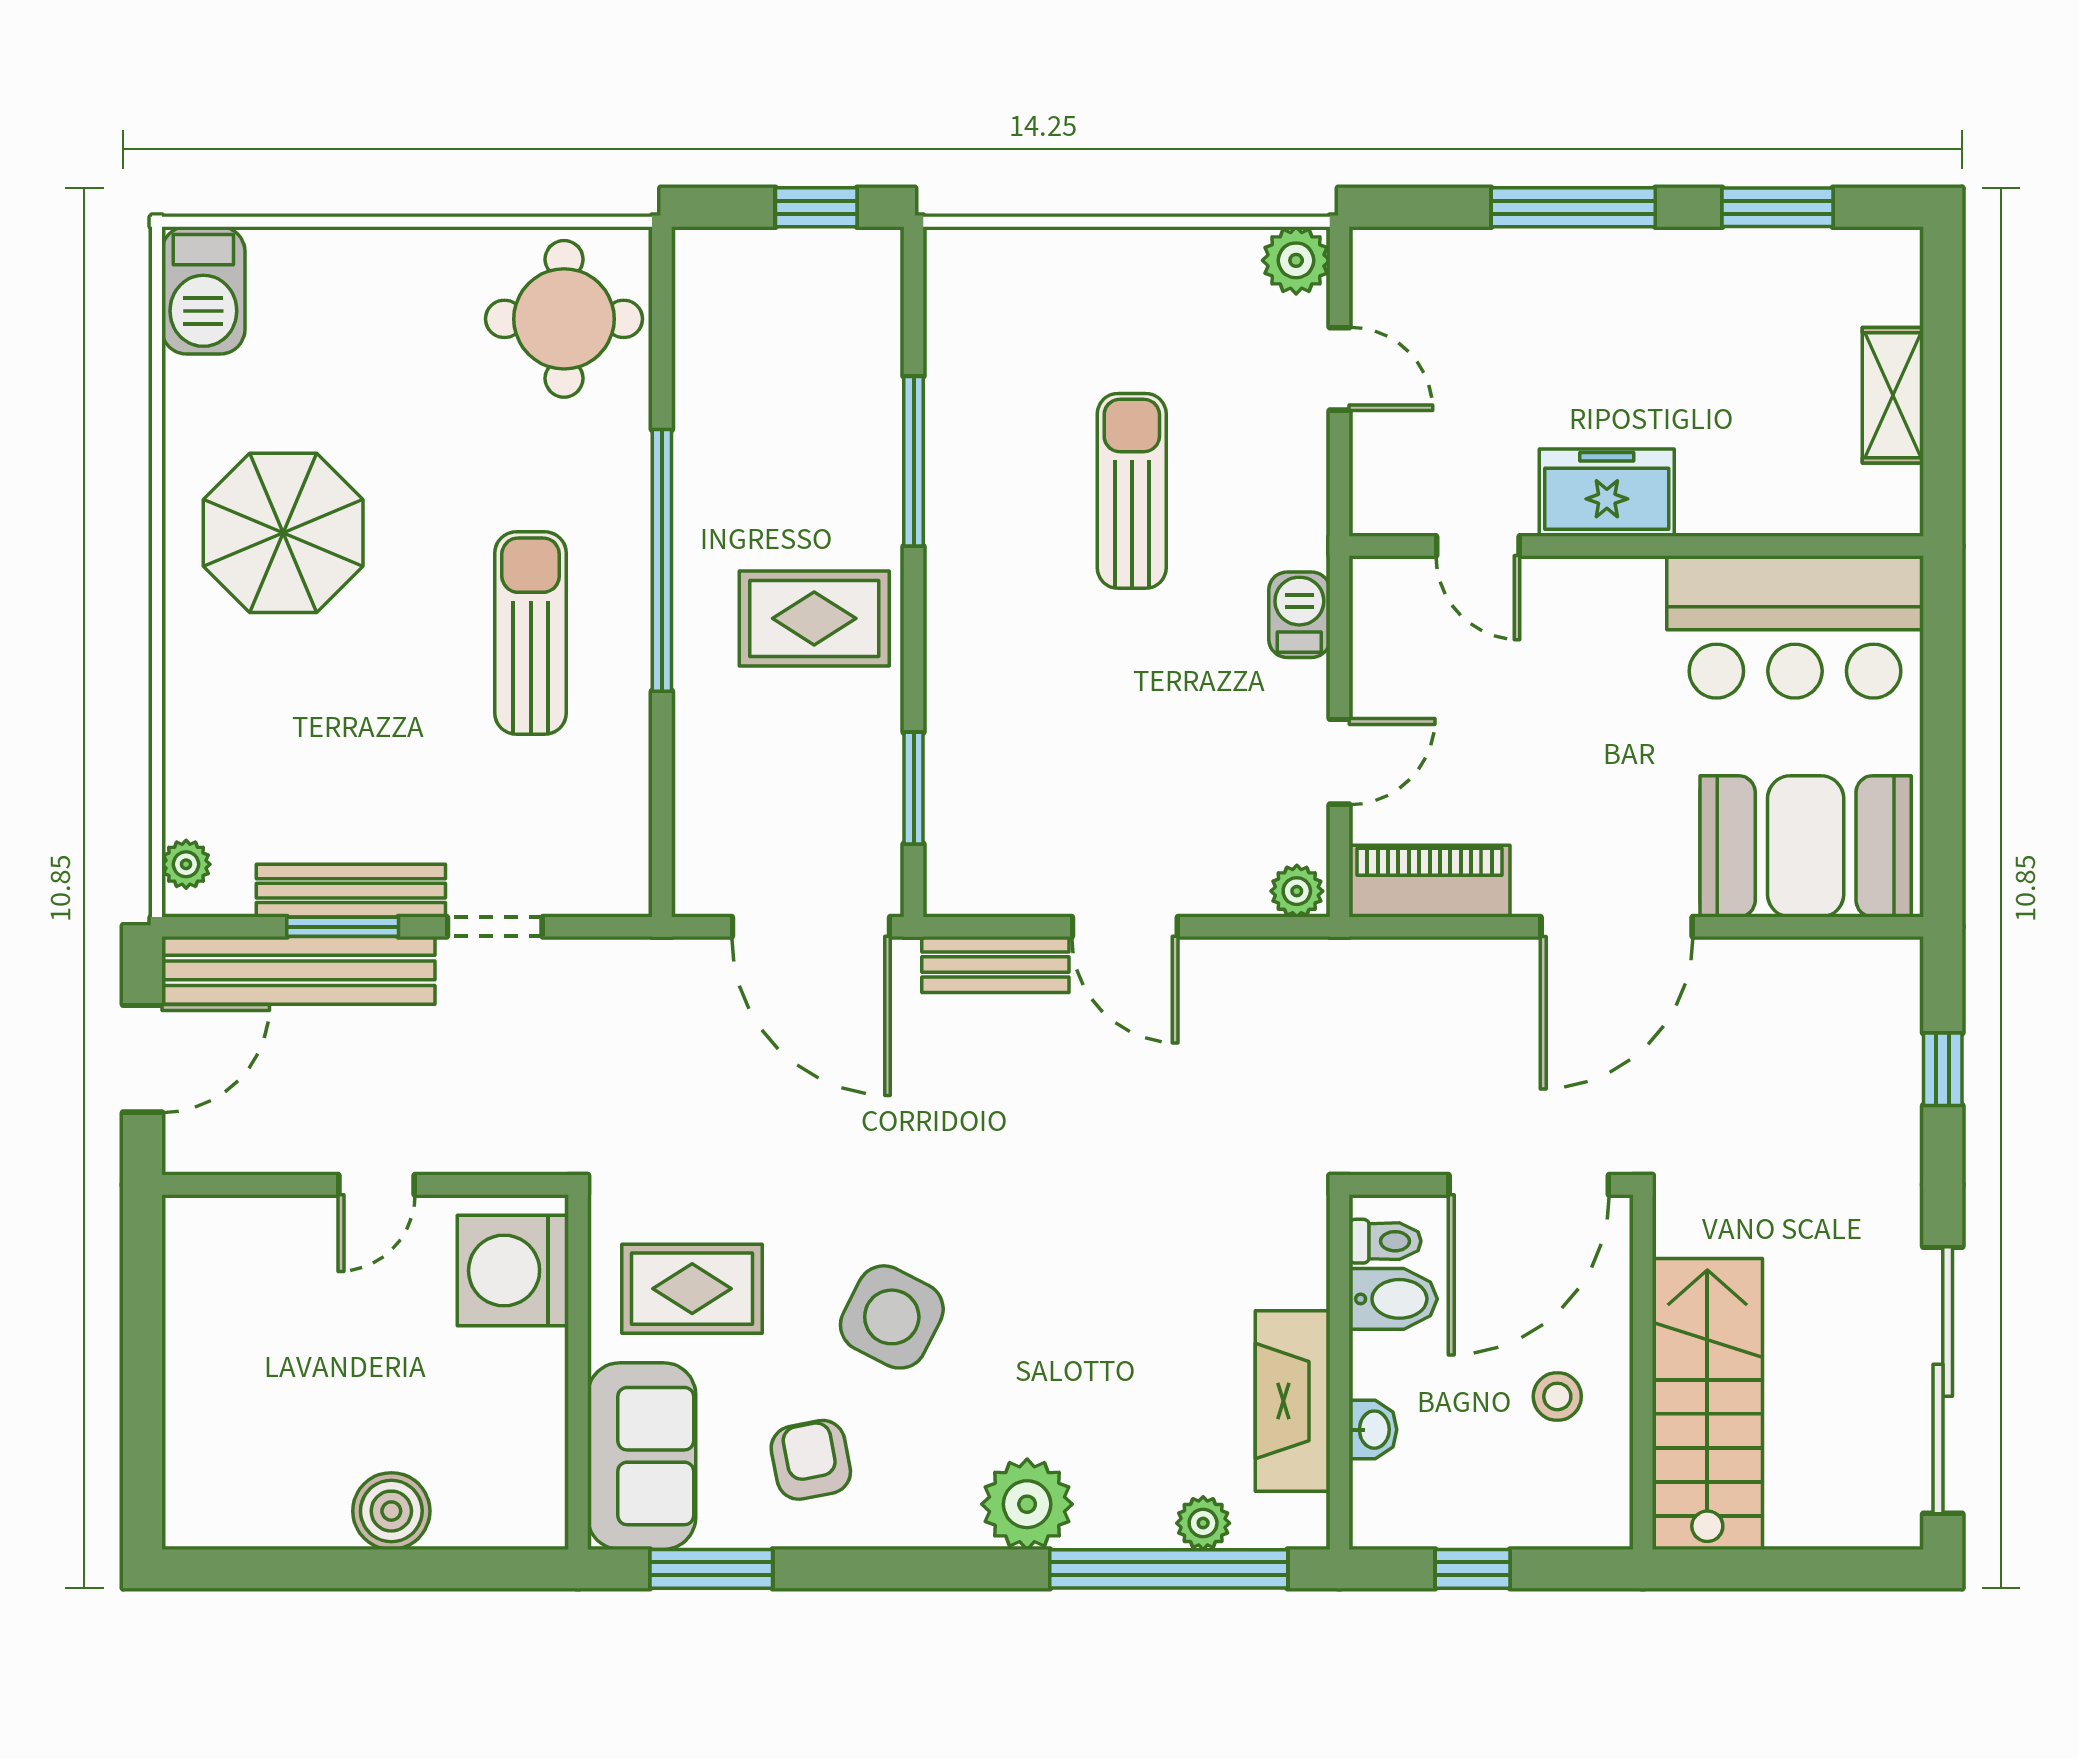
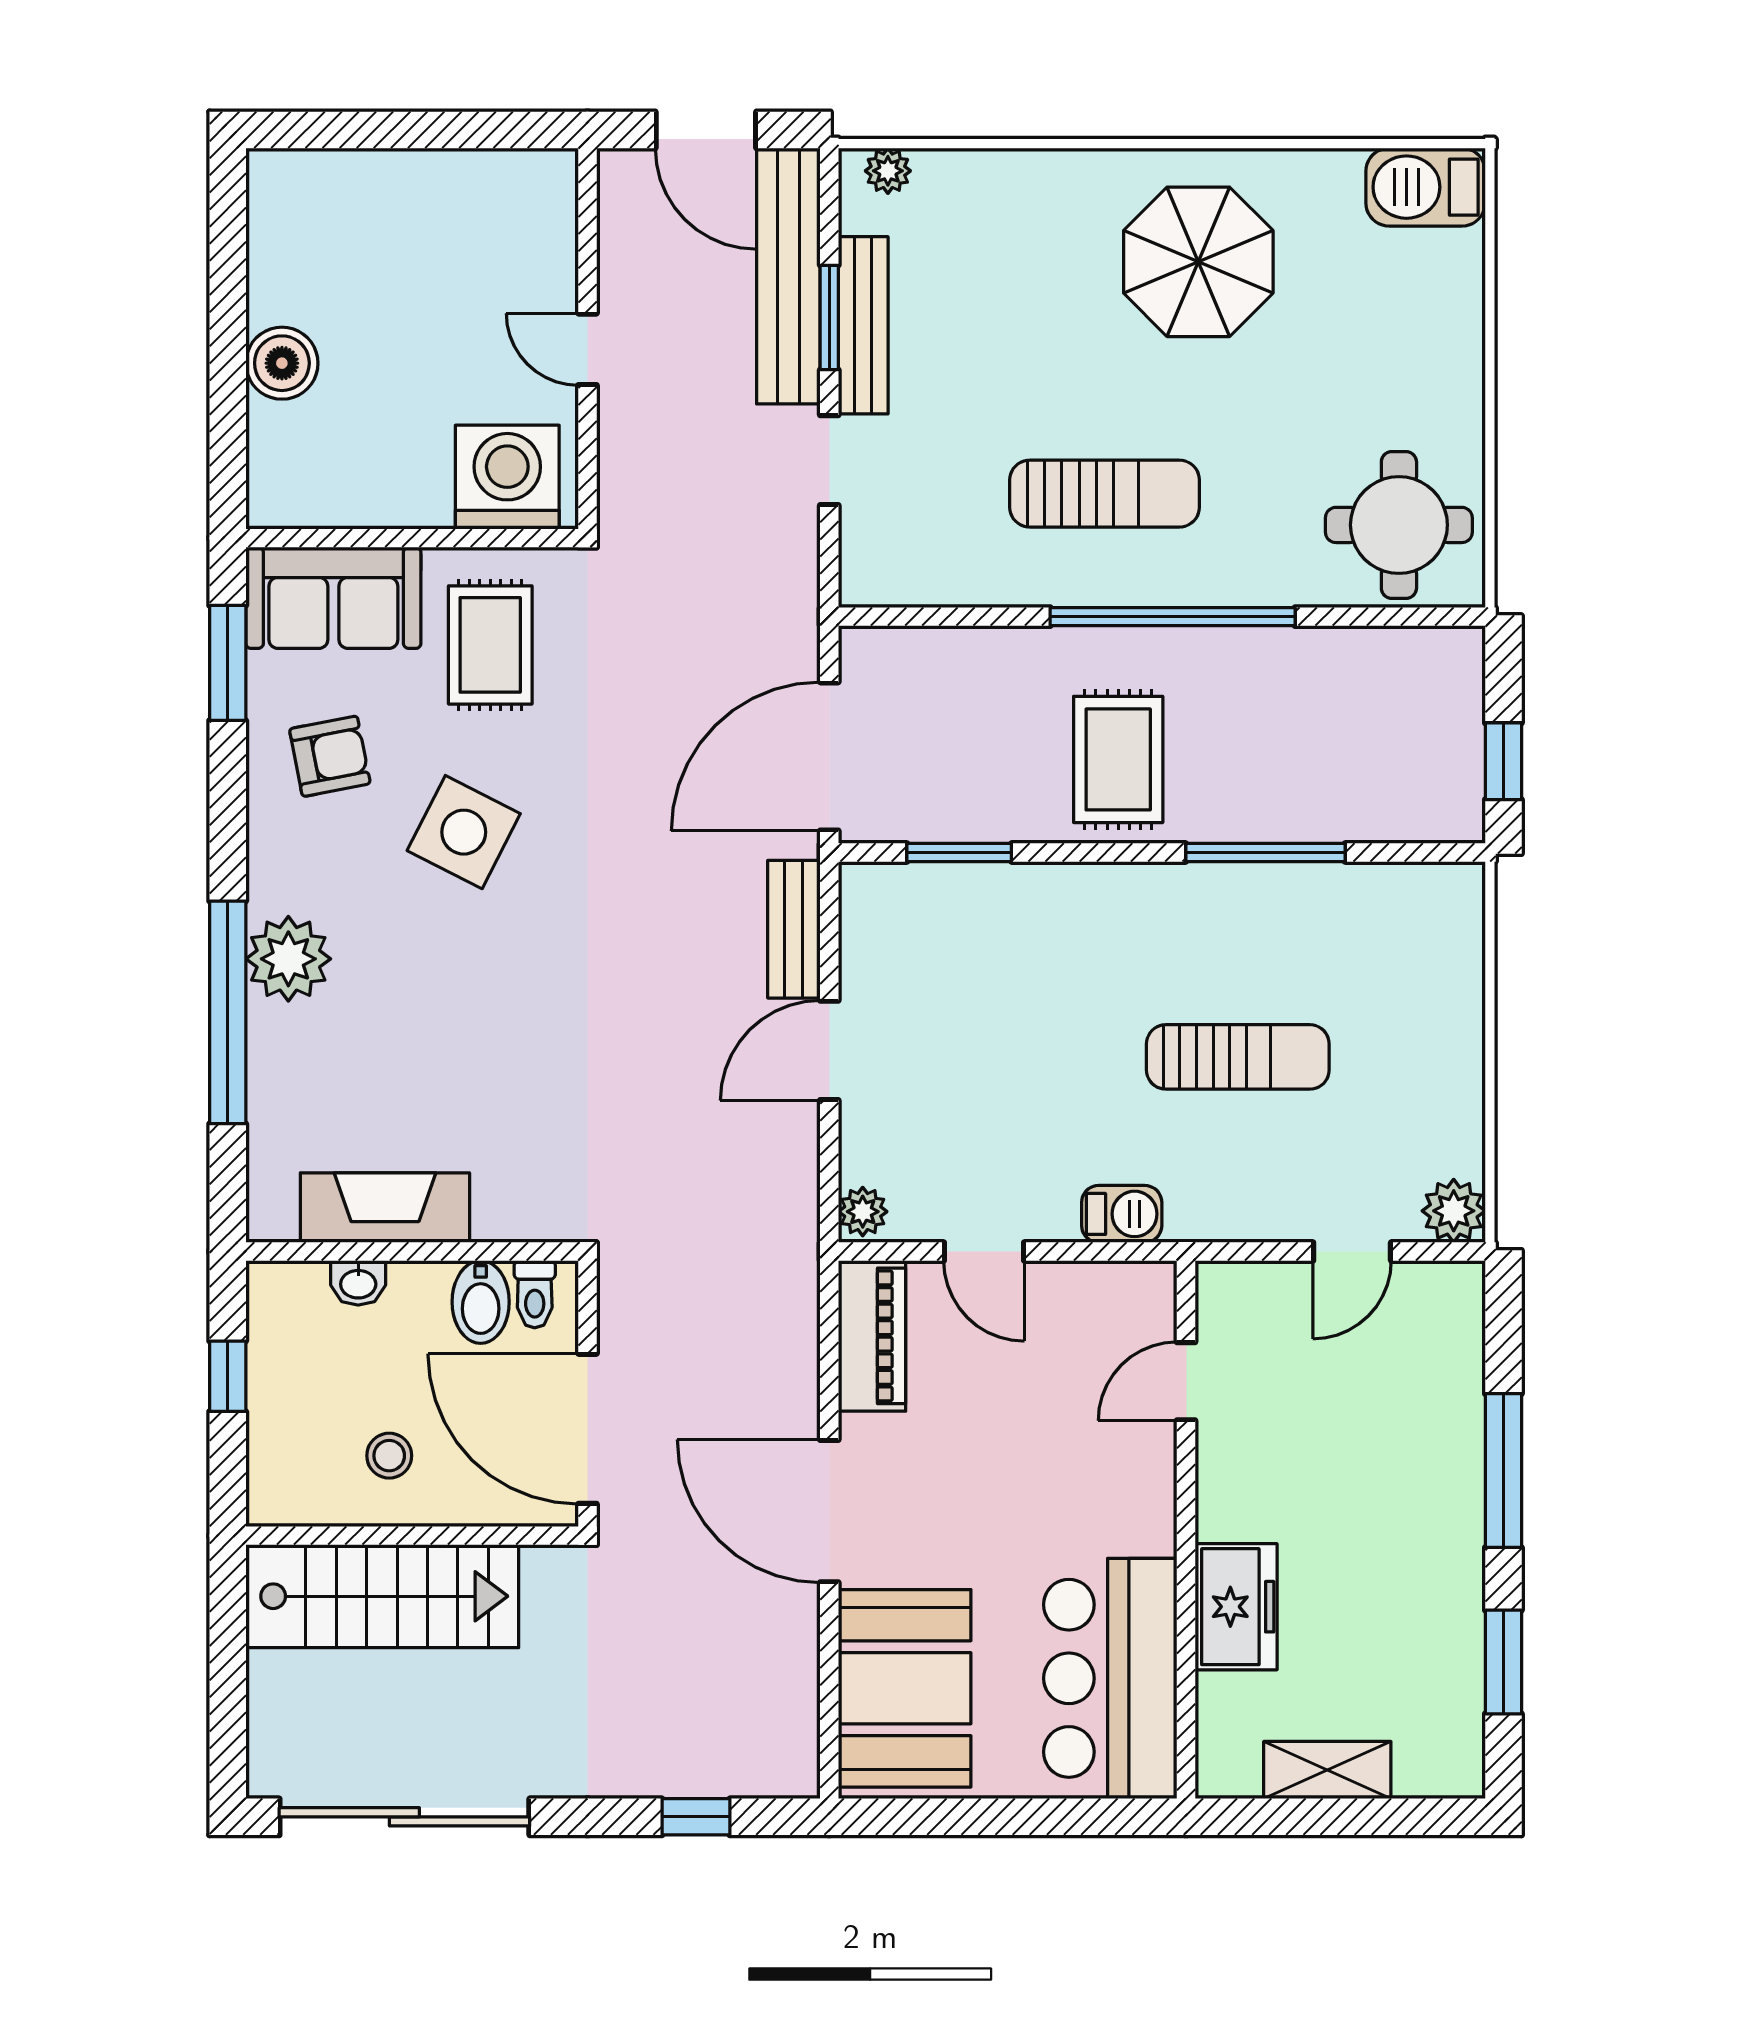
freezer: (1607, 493) -> (1236, 1607), moved
plant: (1203, 1523) -> (271, 1124), removed
window: (1169, 1569) -> (228, 1012), moved

